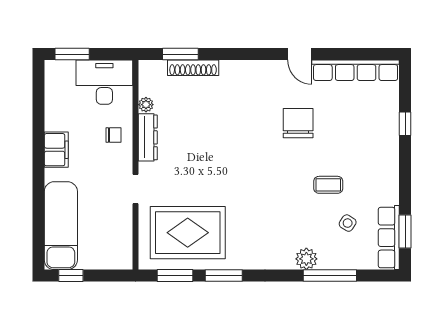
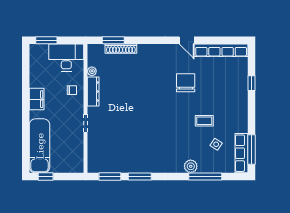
window: (405, 232) -> (252, 149), width x1.44
rug: (188, 233) -> (118, 150), removed

